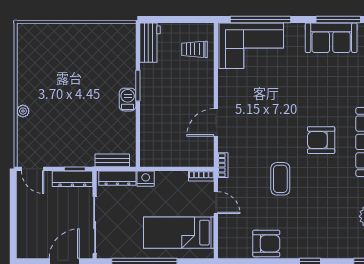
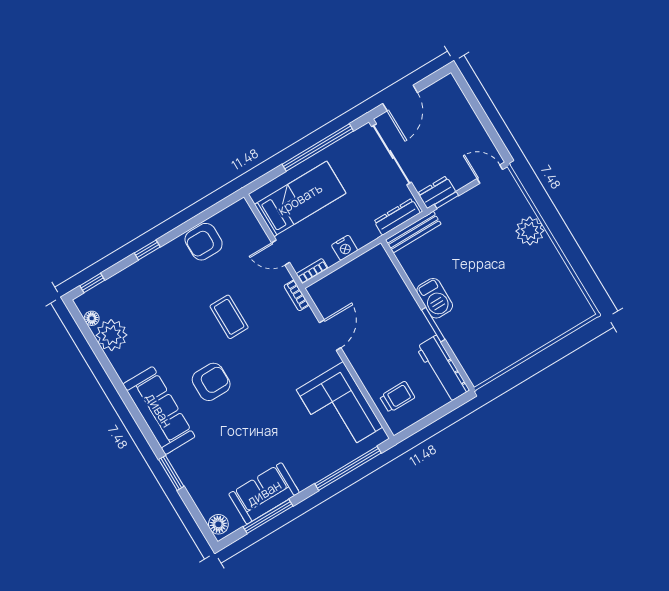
workbench: (150, 43) -> (443, 369), width x1.37
corner sofa: (251, 46) -> (339, 408), moved, turned -90
barbecue: (128, 100) -> (435, 298), width x1.38, depth x1.27
plant: (23, 111) -> (530, 231), width x1.88, depth x1.88
bench: (112, 160) -> (413, 232), width x1.36
dresser: (72, 179) -> (437, 192), width x0.70
nightstand: (146, 179) -> (345, 248), moved

